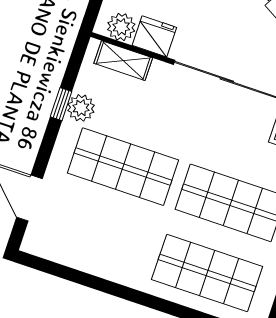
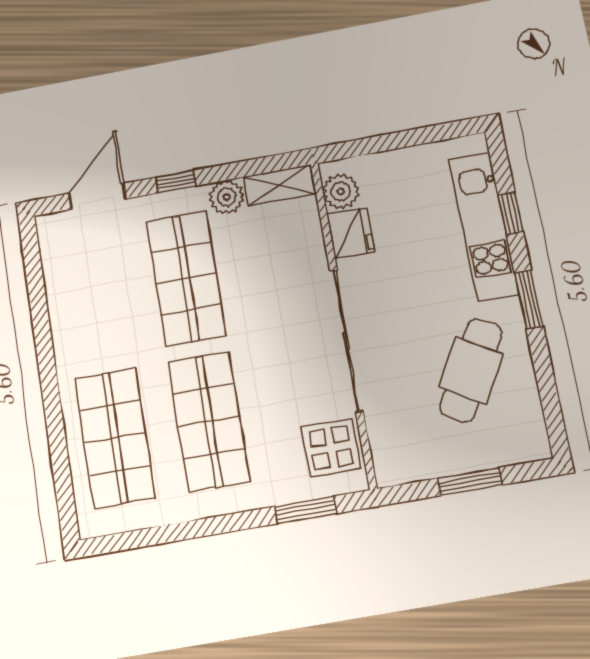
shelving: (123, 61) -> (279, 185), moved, turned 90
window: (61, 104) -> (176, 182), moved

